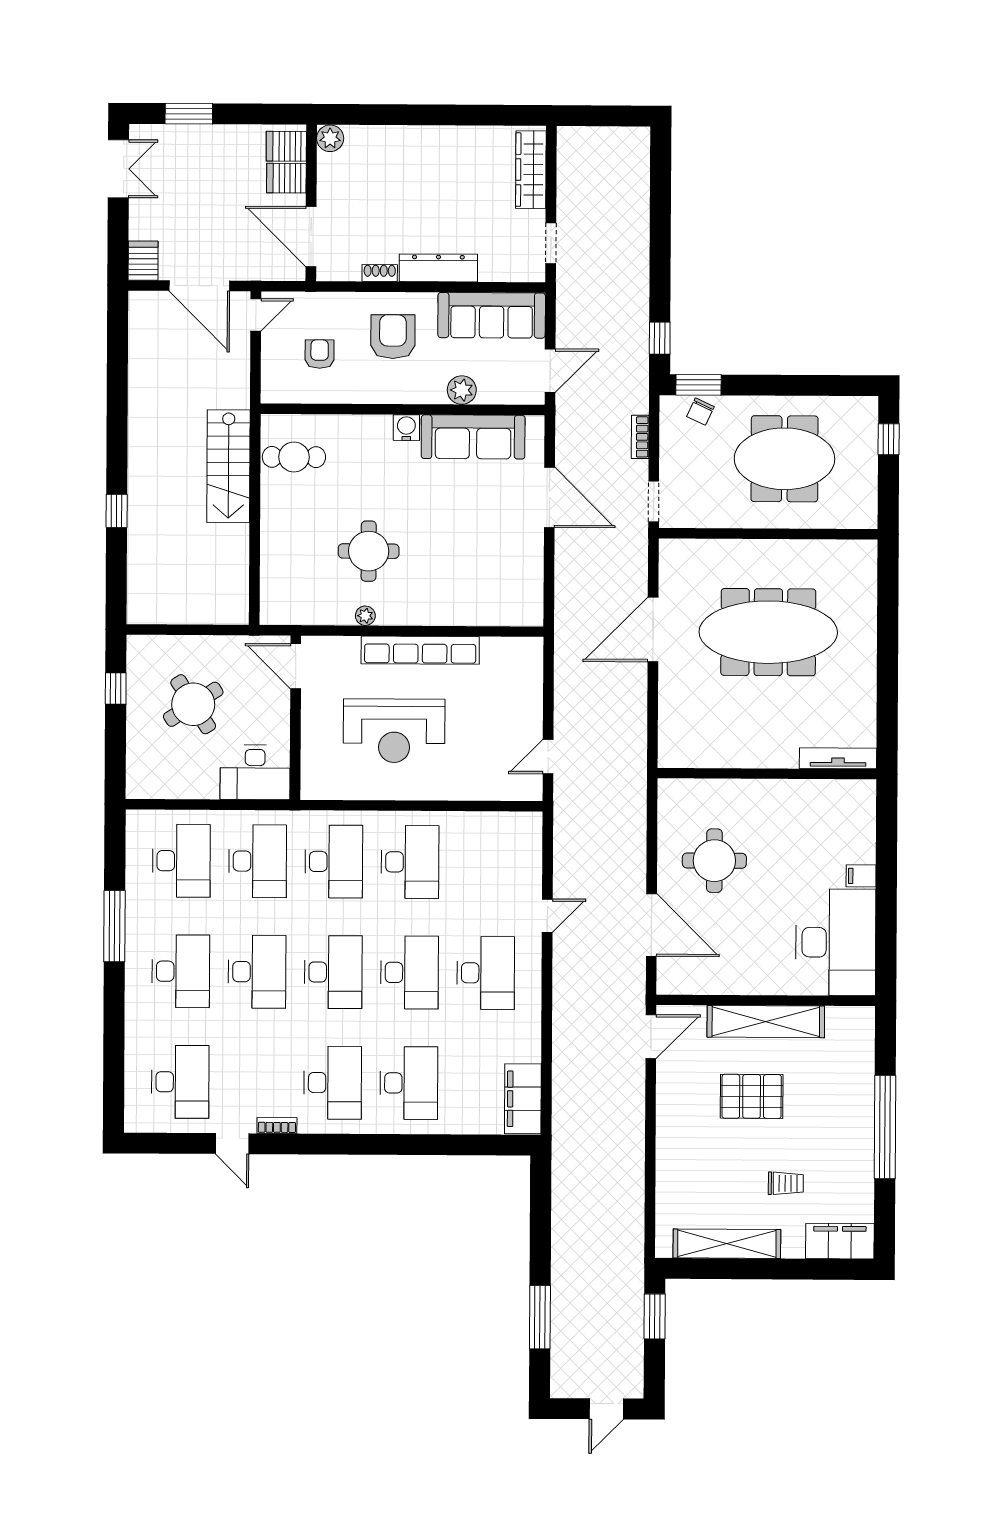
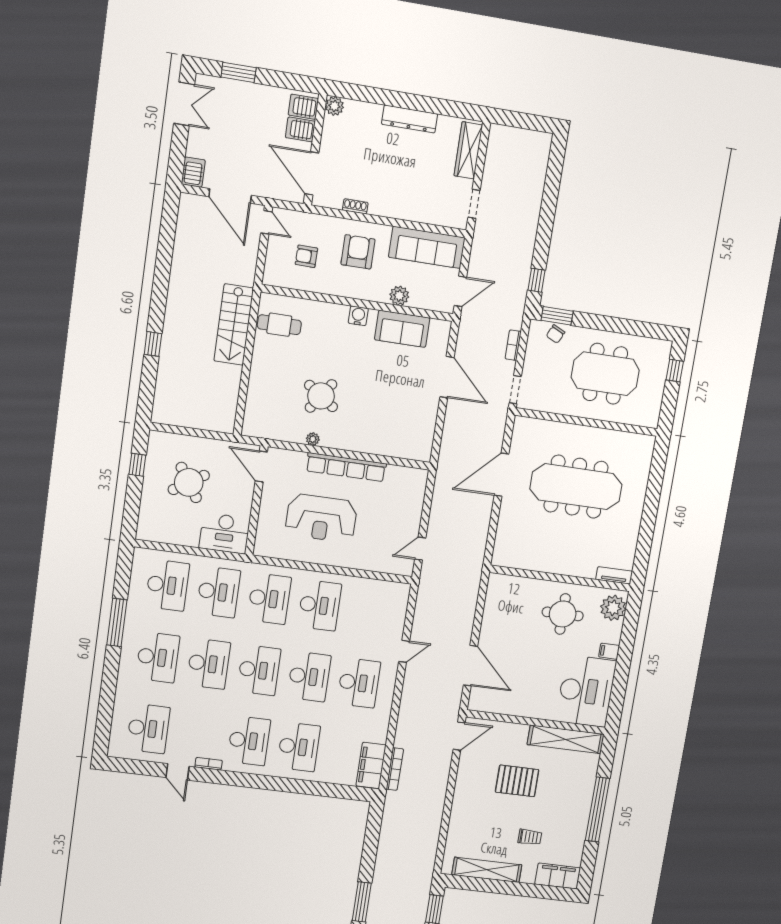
dresser: (438, 268) -> (410, 119), moved, turned 180
door: (256, 315) -> (266, 222), hinge flipped
armchair: (320, 354) -> (306, 256), turned -89
sofa: (473, 437) -> (402, 329), width x0.73
round table: (369, 551) -> (321, 396), turned 35
tv unit: (838, 758) -> (614, 575), width x0.71
plant: (856, 808) -> (613, 608), added
round table: (714, 861) -> (563, 614), moved
shelving: (766, 1022) -> (566, 739), moved
bookcase: (560, 1100) -> (395, 769), added

